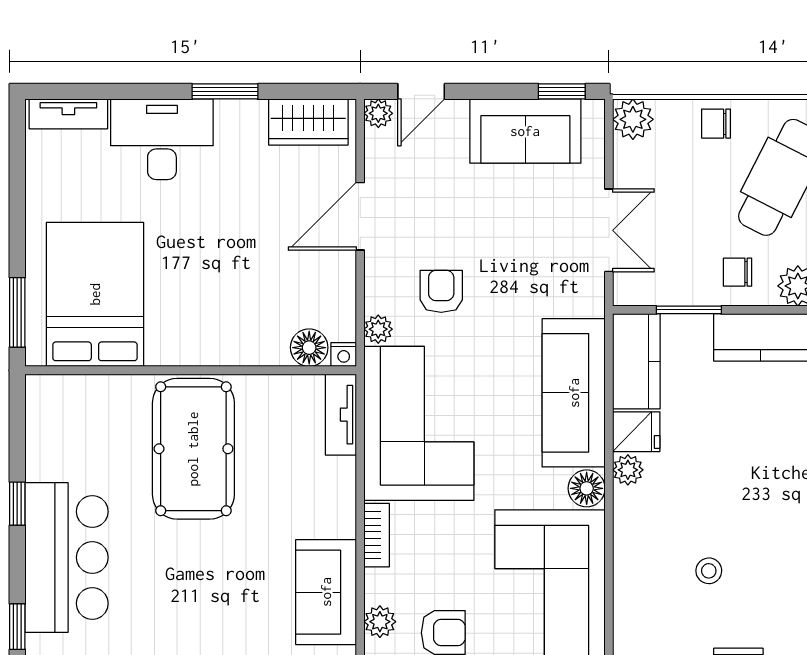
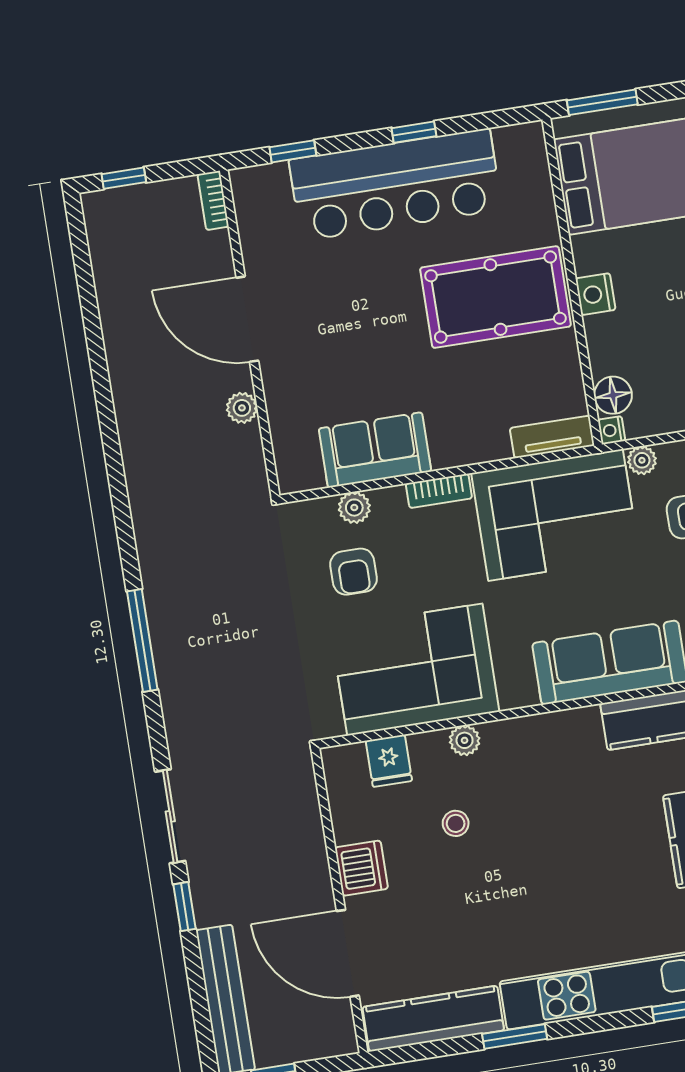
nightstand: (206, 349) -> (595, 294), added
fridge: (636, 432) -> (389, 761), moved
plant: (628, 470) -> (465, 740), moved
floor lamp: (587, 488) -> (518, 690), removed
bar counter: (66, 557) -> (395, 185), width x1.36

